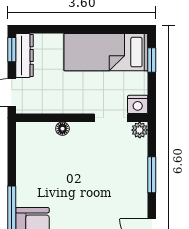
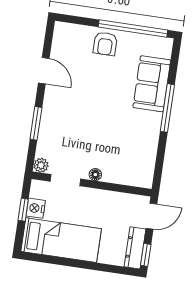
window: (152, 60) -> (23, 210), moved
nightstand: (138, 104) -> (36, 208), moved, turned -90
floor lamp: (62, 129) -> (95, 175), moved

